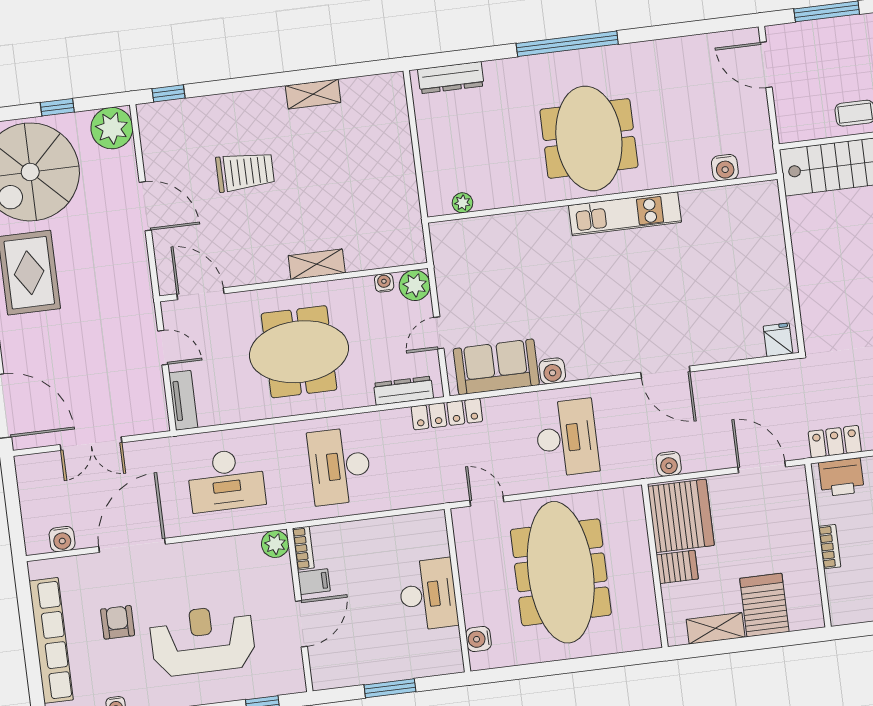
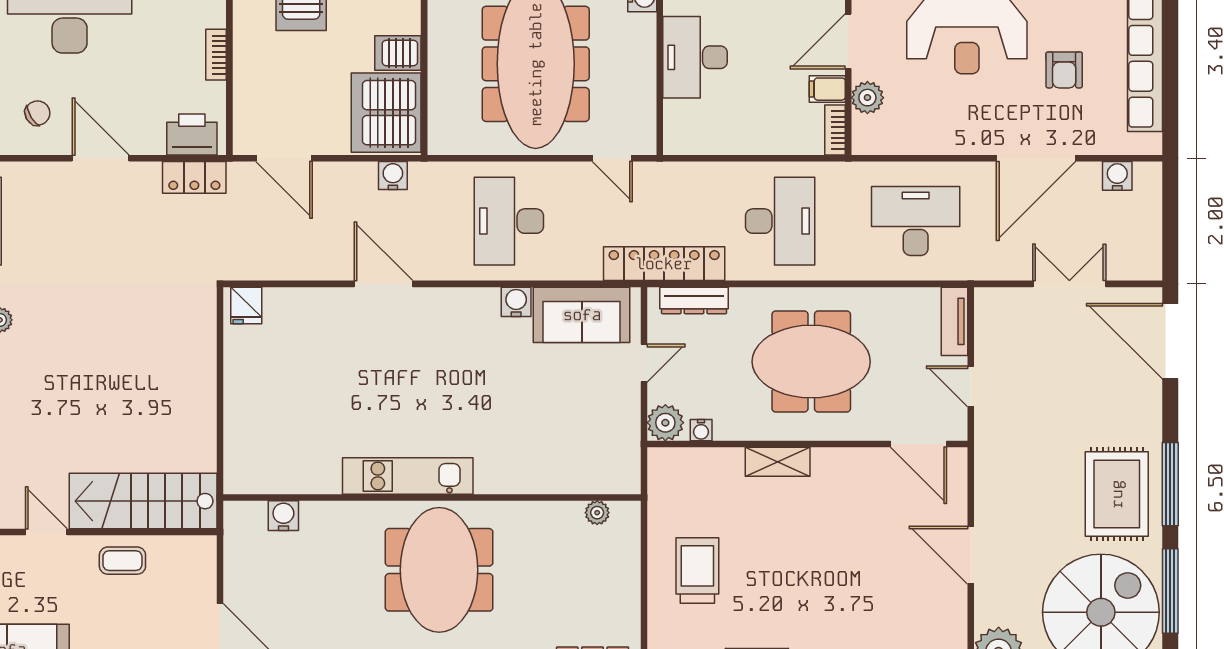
trolley: (245, 172) -> (697, 570), moved, turned 90
locker: (447, 414) -> (664, 264), width x1.41, depth x1.21
plant: (275, 544) -> (867, 98), moved

